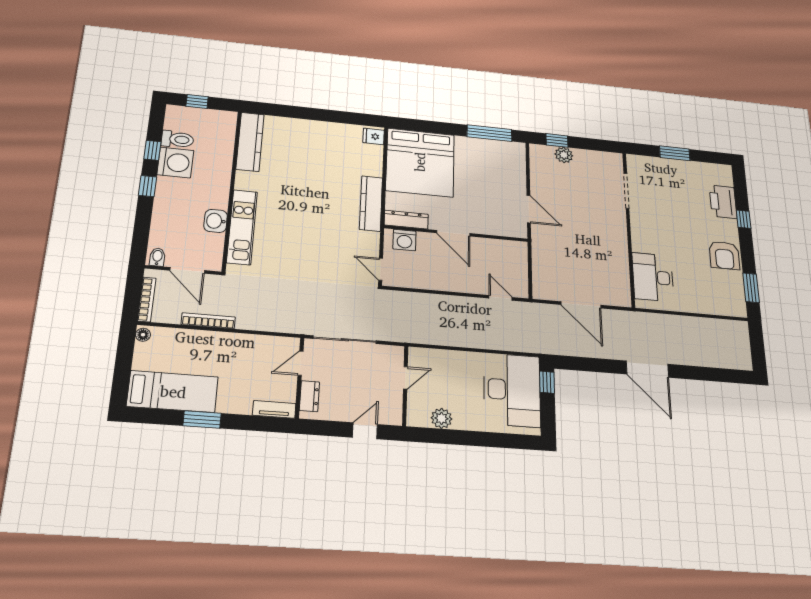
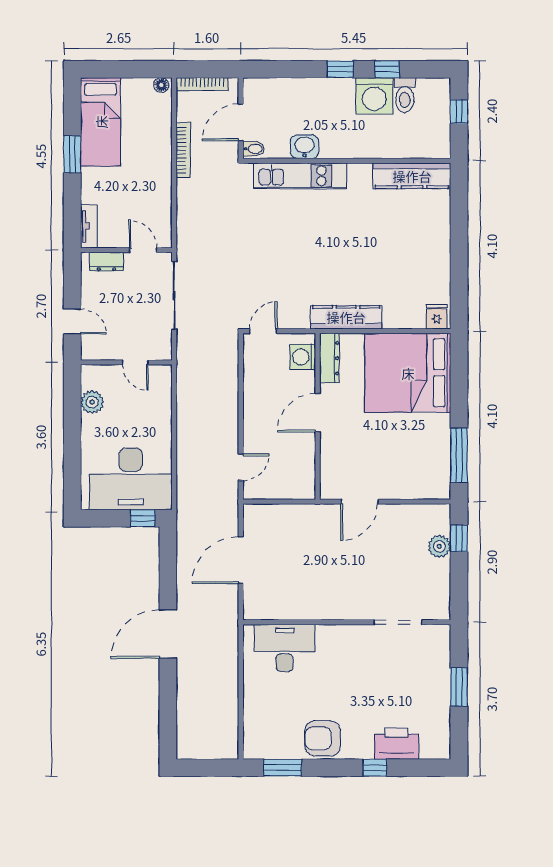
bidet: (157, 257) -> (254, 149), moved

